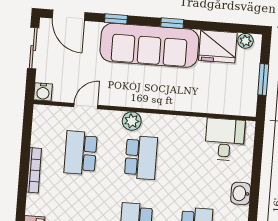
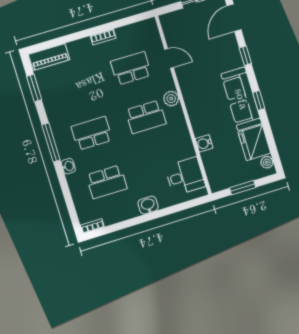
sofa: (149, 45) -> (241, 99), width x0.74, depth x0.79
water cooler: (43, 92) -> (204, 143), moved
bookcase: (34, 170) -> (103, 37), width x0.64

